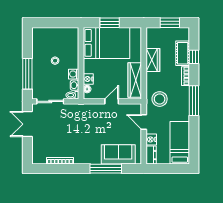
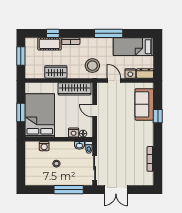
washing machine: (74, 74) -> (44, 146), moved
window: (194, 101) -> (109, 33), moved
door: (144, 122) -> (114, 80), swing flipped
window: (106, 169) -> (158, 116), width x0.46

